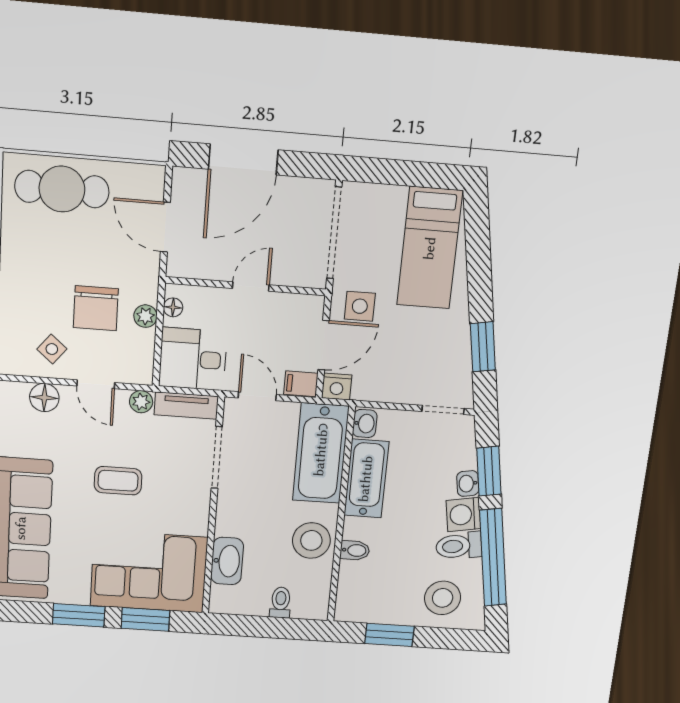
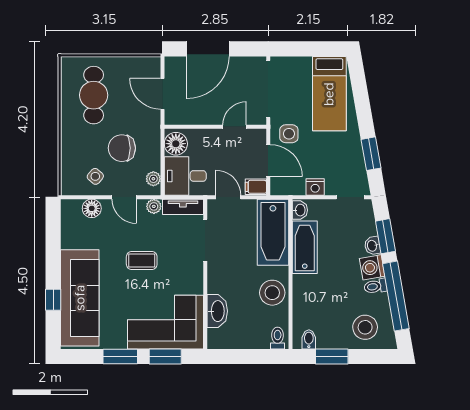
cafe table: (62, 189) -> (94, 95), moved, turned 90
door: (251, 287) -> (235, 127), moved
floor lamp: (173, 307) -> (176, 144), width x1.89, depth x1.89
chair: (96, 308) -> (122, 148), turned 90
plant: (145, 316) -> (153, 179), moved
door: (324, 345) -> (268, 161), hinge flipped
nightstand: (337, 387) -> (315, 187), moved
toilet: (459, 546) -> (375, 286), width x0.73, depth x0.72
bidet: (355, 550) -> (309, 339), moved, turned -90
toilet: (281, 602) -> (278, 338), moved

